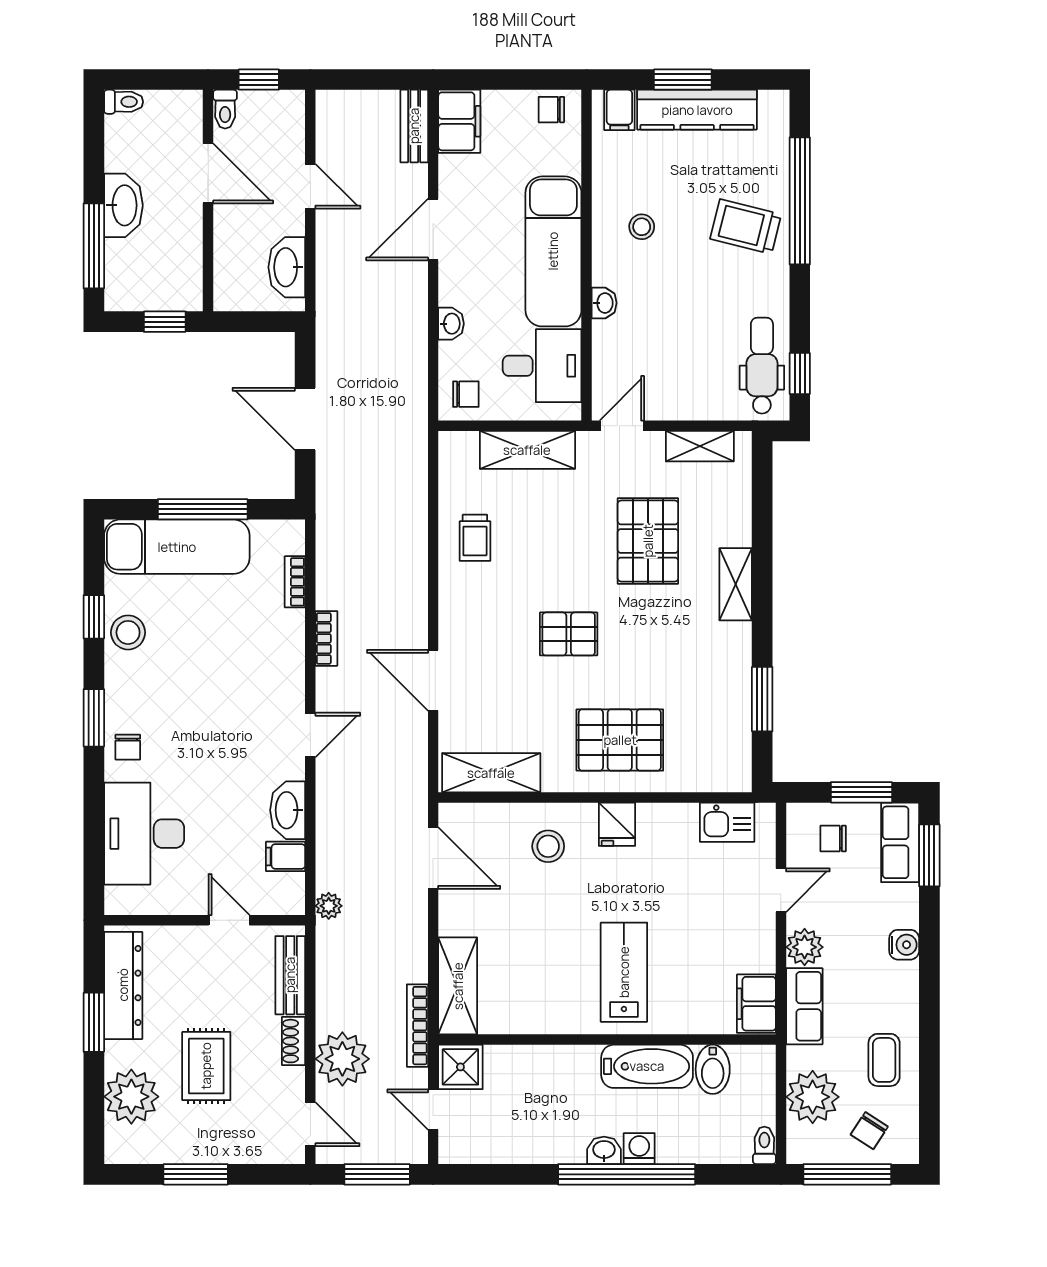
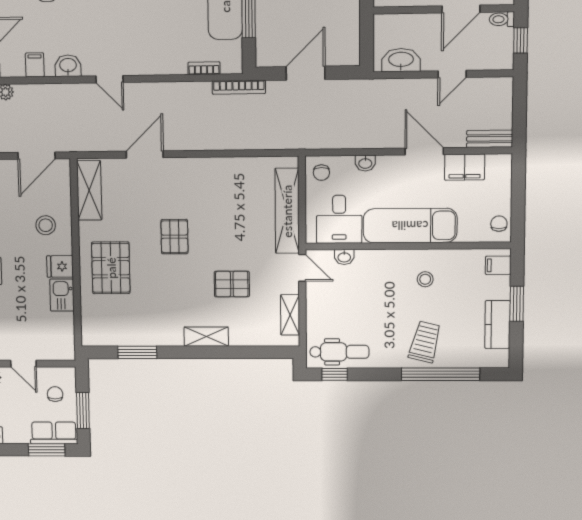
kitchen counter: (697, 110) -> (498, 324), width x0.67
filing cabinet: (459, 121) -> (465, 167), moved
washbasin: (604, 303) -> (344, 257), moved
shelving: (527, 450) -> (287, 211), width x1.47
trolley: (475, 538) -> (233, 179), removed
pallet: (648, 541) -> (232, 284), width x0.67, depth x0.71
bookcase: (326, 638) -> (239, 87), moved, width x1.56
washbasin: (288, 810) -> (68, 66), width x0.72
kitchen sink: (727, 822) -> (62, 295), moved

